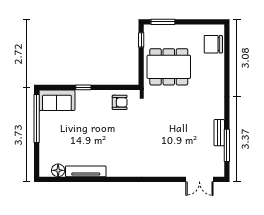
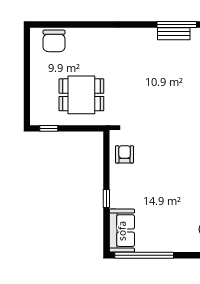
window: (163, 22) -> (27, 102), removed
dining table: (169, 67) -> (81, 95), width x0.73
bench: (219, 133) -> (174, 34), moved

